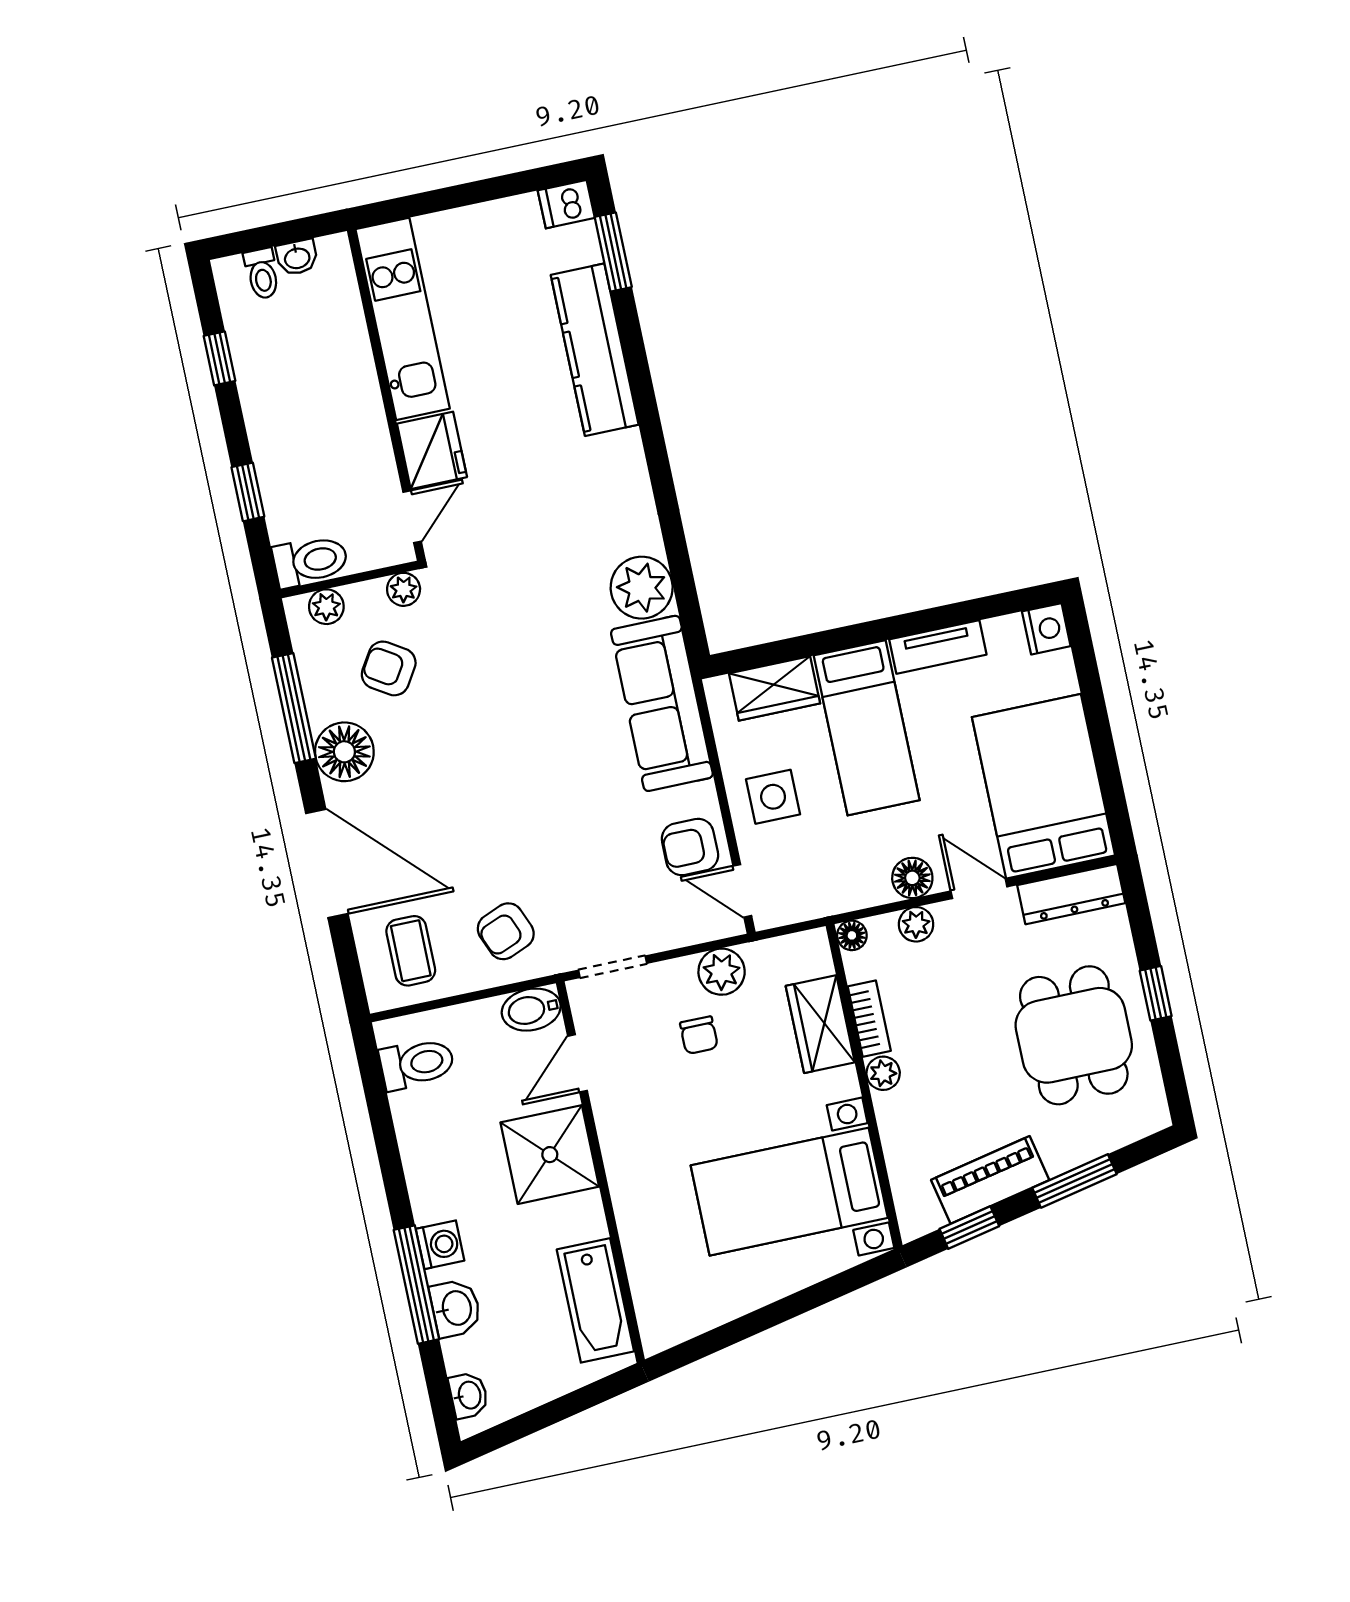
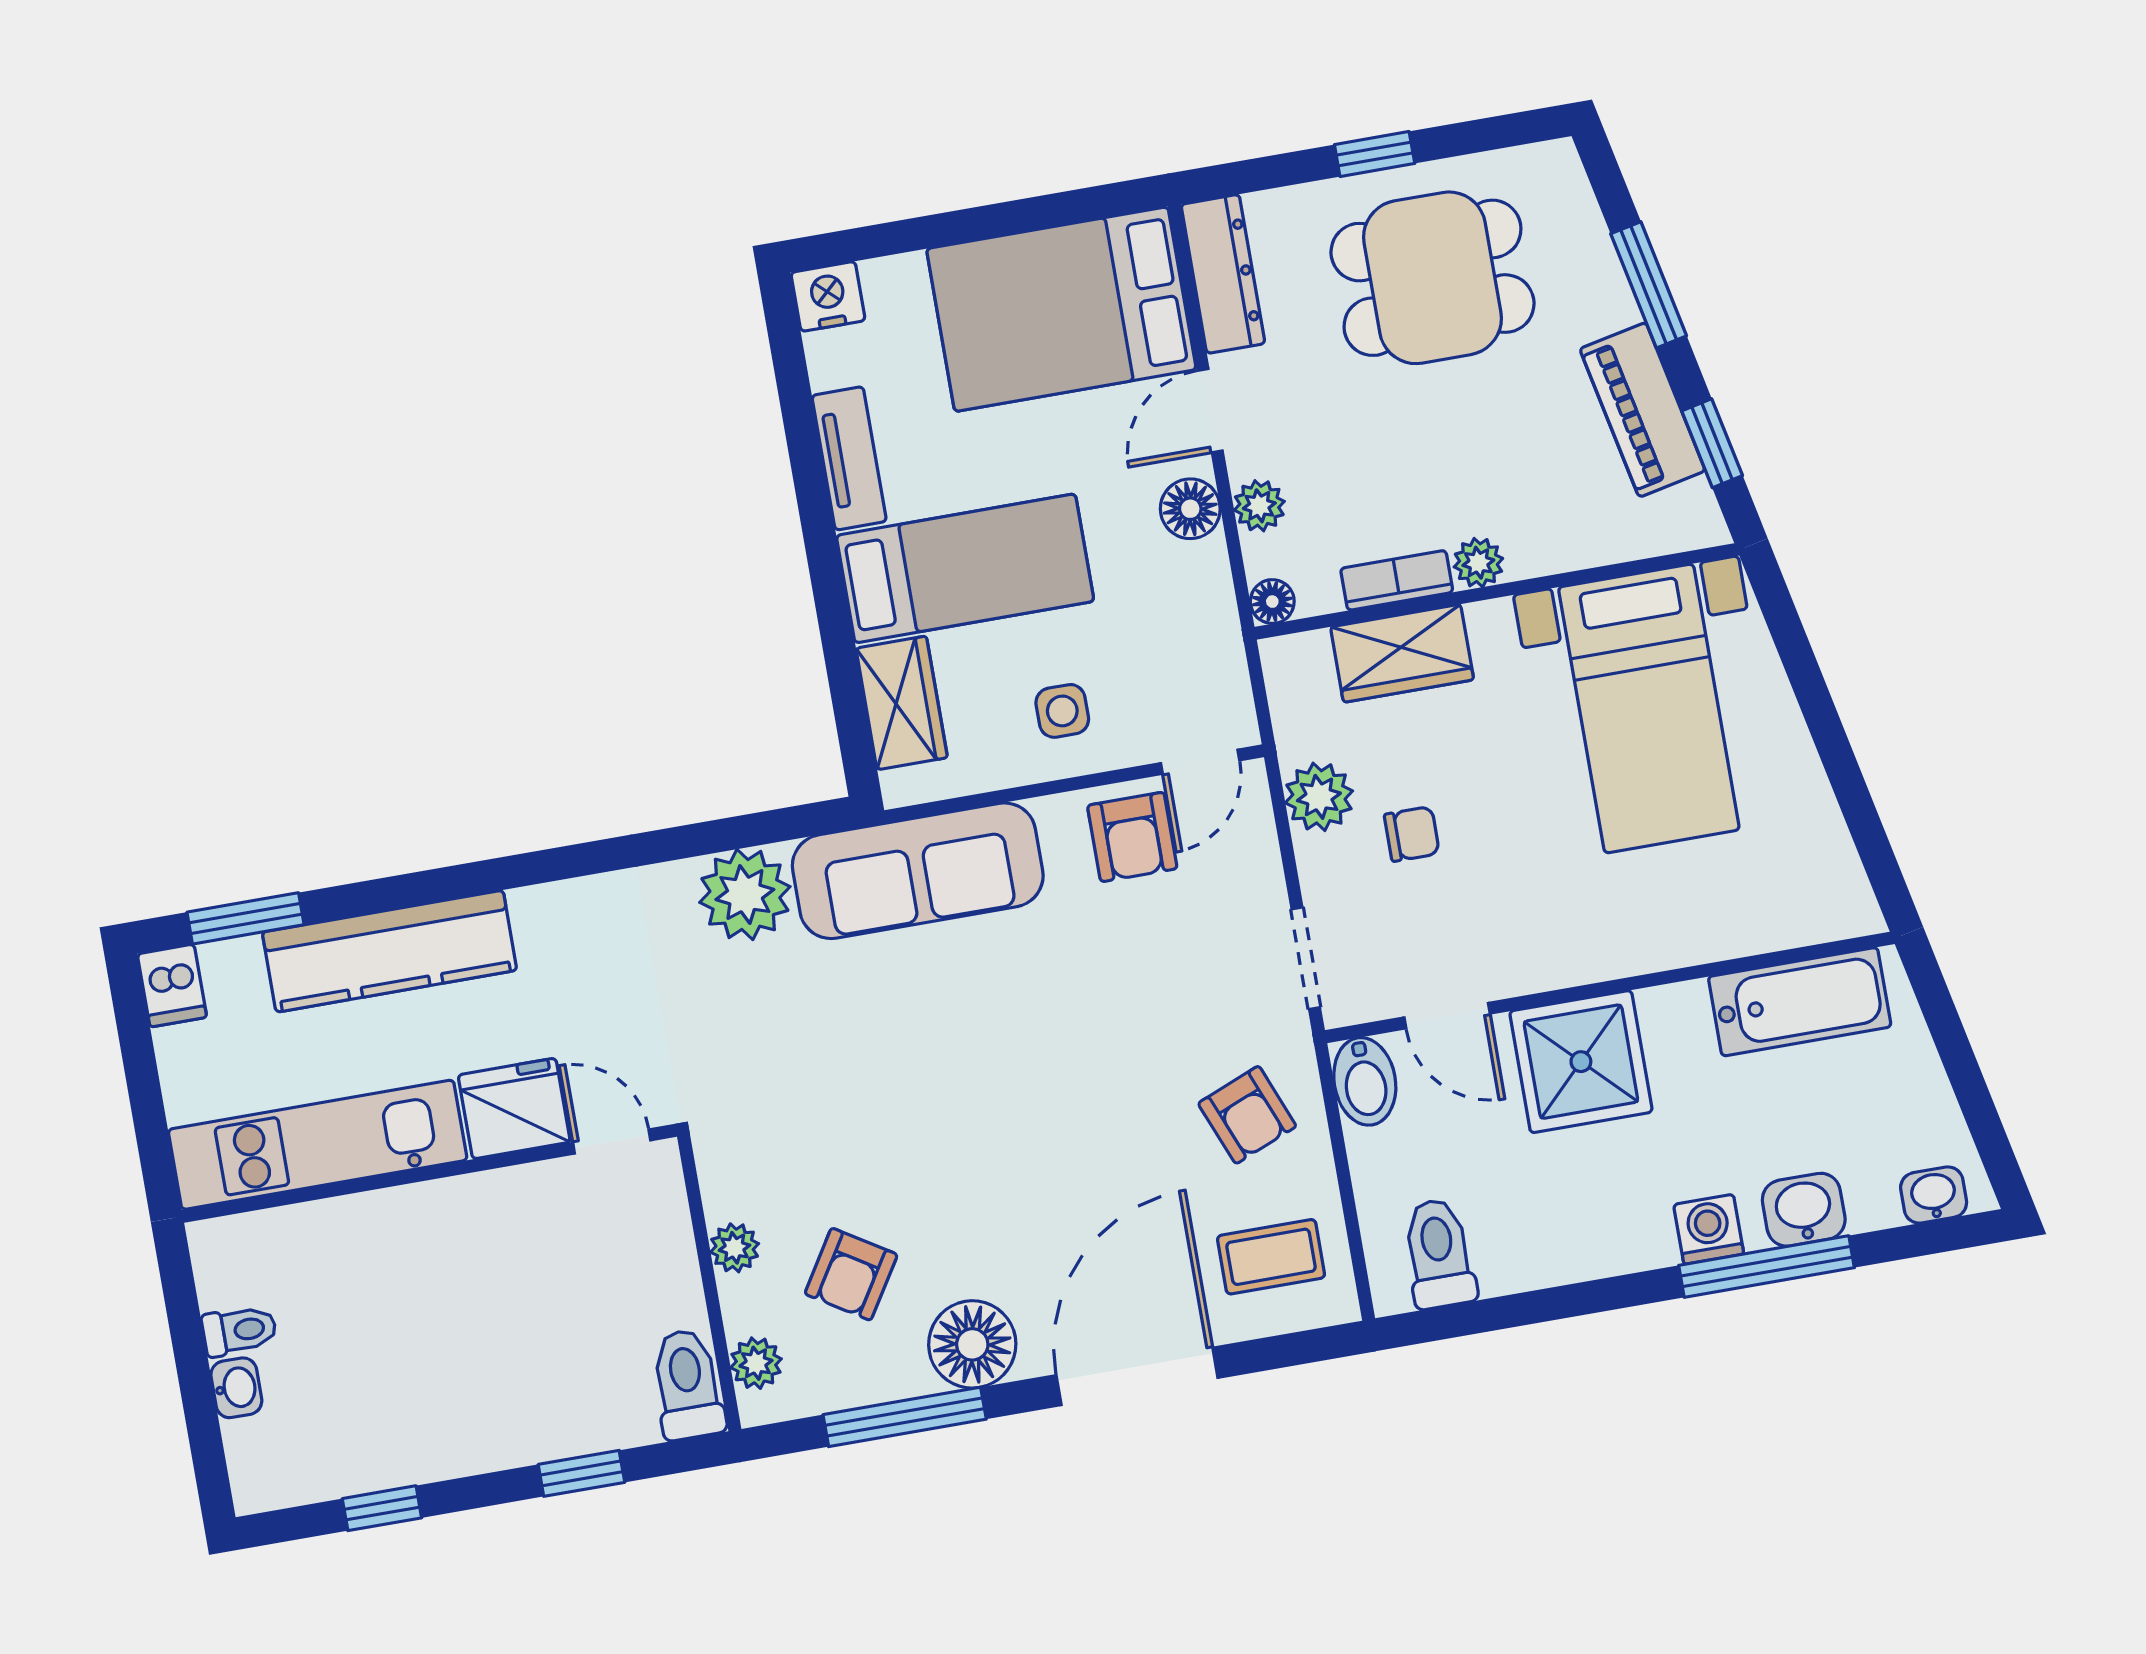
toilet: (262, 274) -> (239, 1331), moved
kitchen unit: (403, 319) -> (318, 1145), moved
wall: (386, 395) -> (429, 1173), moved
fridge: (432, 450) -> (514, 1109), moved
door: (412, 517) -> (612, 1142), moved
side table: (773, 797) -> (1062, 711), width x0.73, depth x0.73

